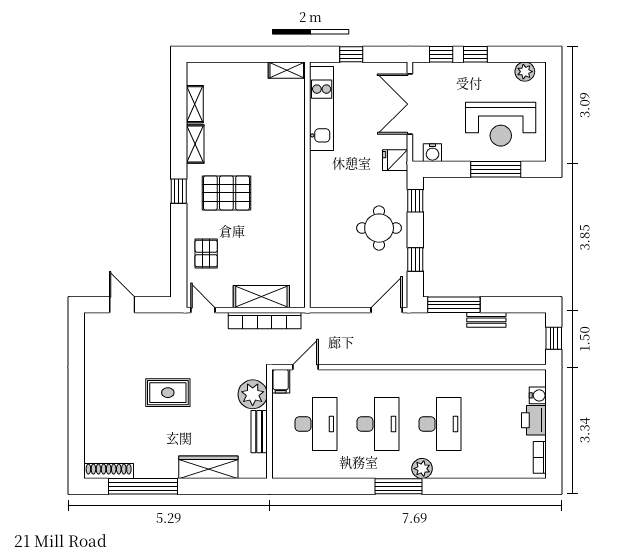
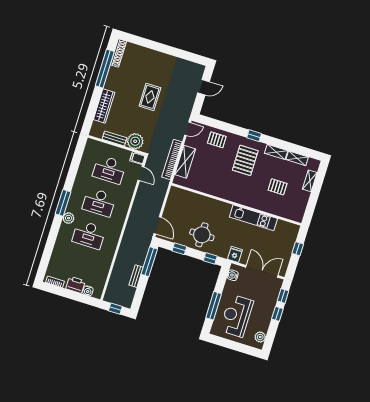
shelving: (287, 70) -> (310, 181), moved
kitchen unit: (322, 108) -> (253, 218), moved
pallet: (255, 123) -> (278, 187), added

